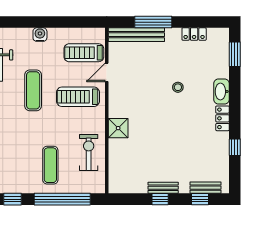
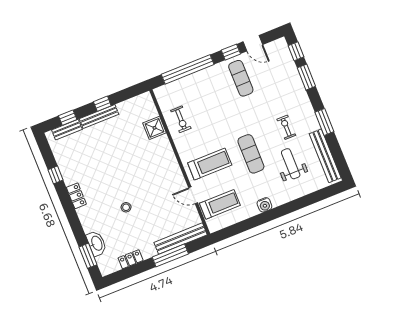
door: (107, 72) -> (193, 195), swing flipped
washbasin: (221, 91) -> (97, 243), moved
shower: (118, 128) -> (155, 128), moved
exercise bike: (89, 152) -> (181, 119), width x0.73, depth x0.72
exercise mat: (50, 165) -> (241, 78), moved
bench: (163, 188) -> (99, 117), width x1.36

